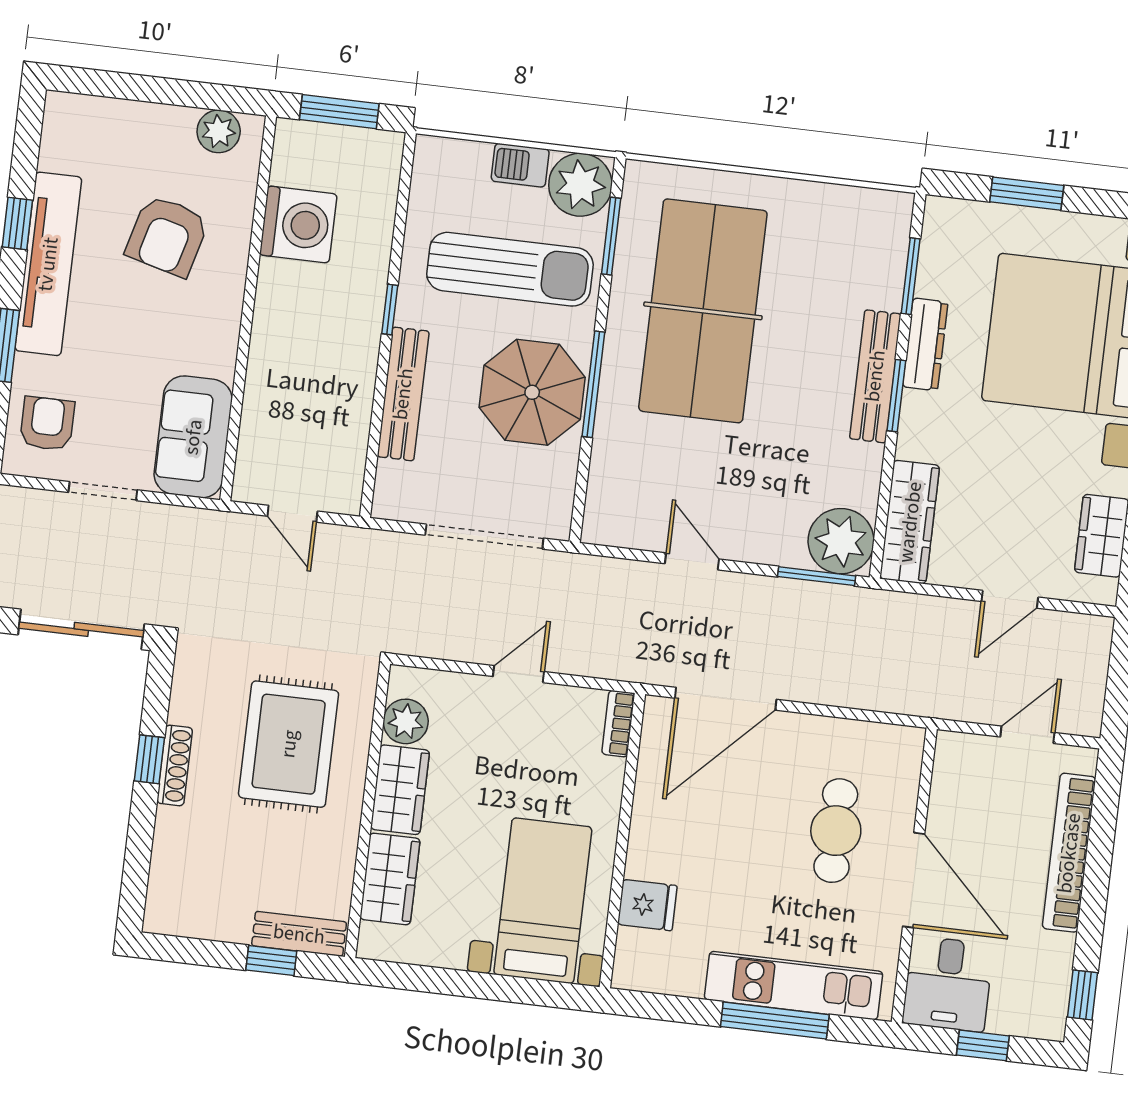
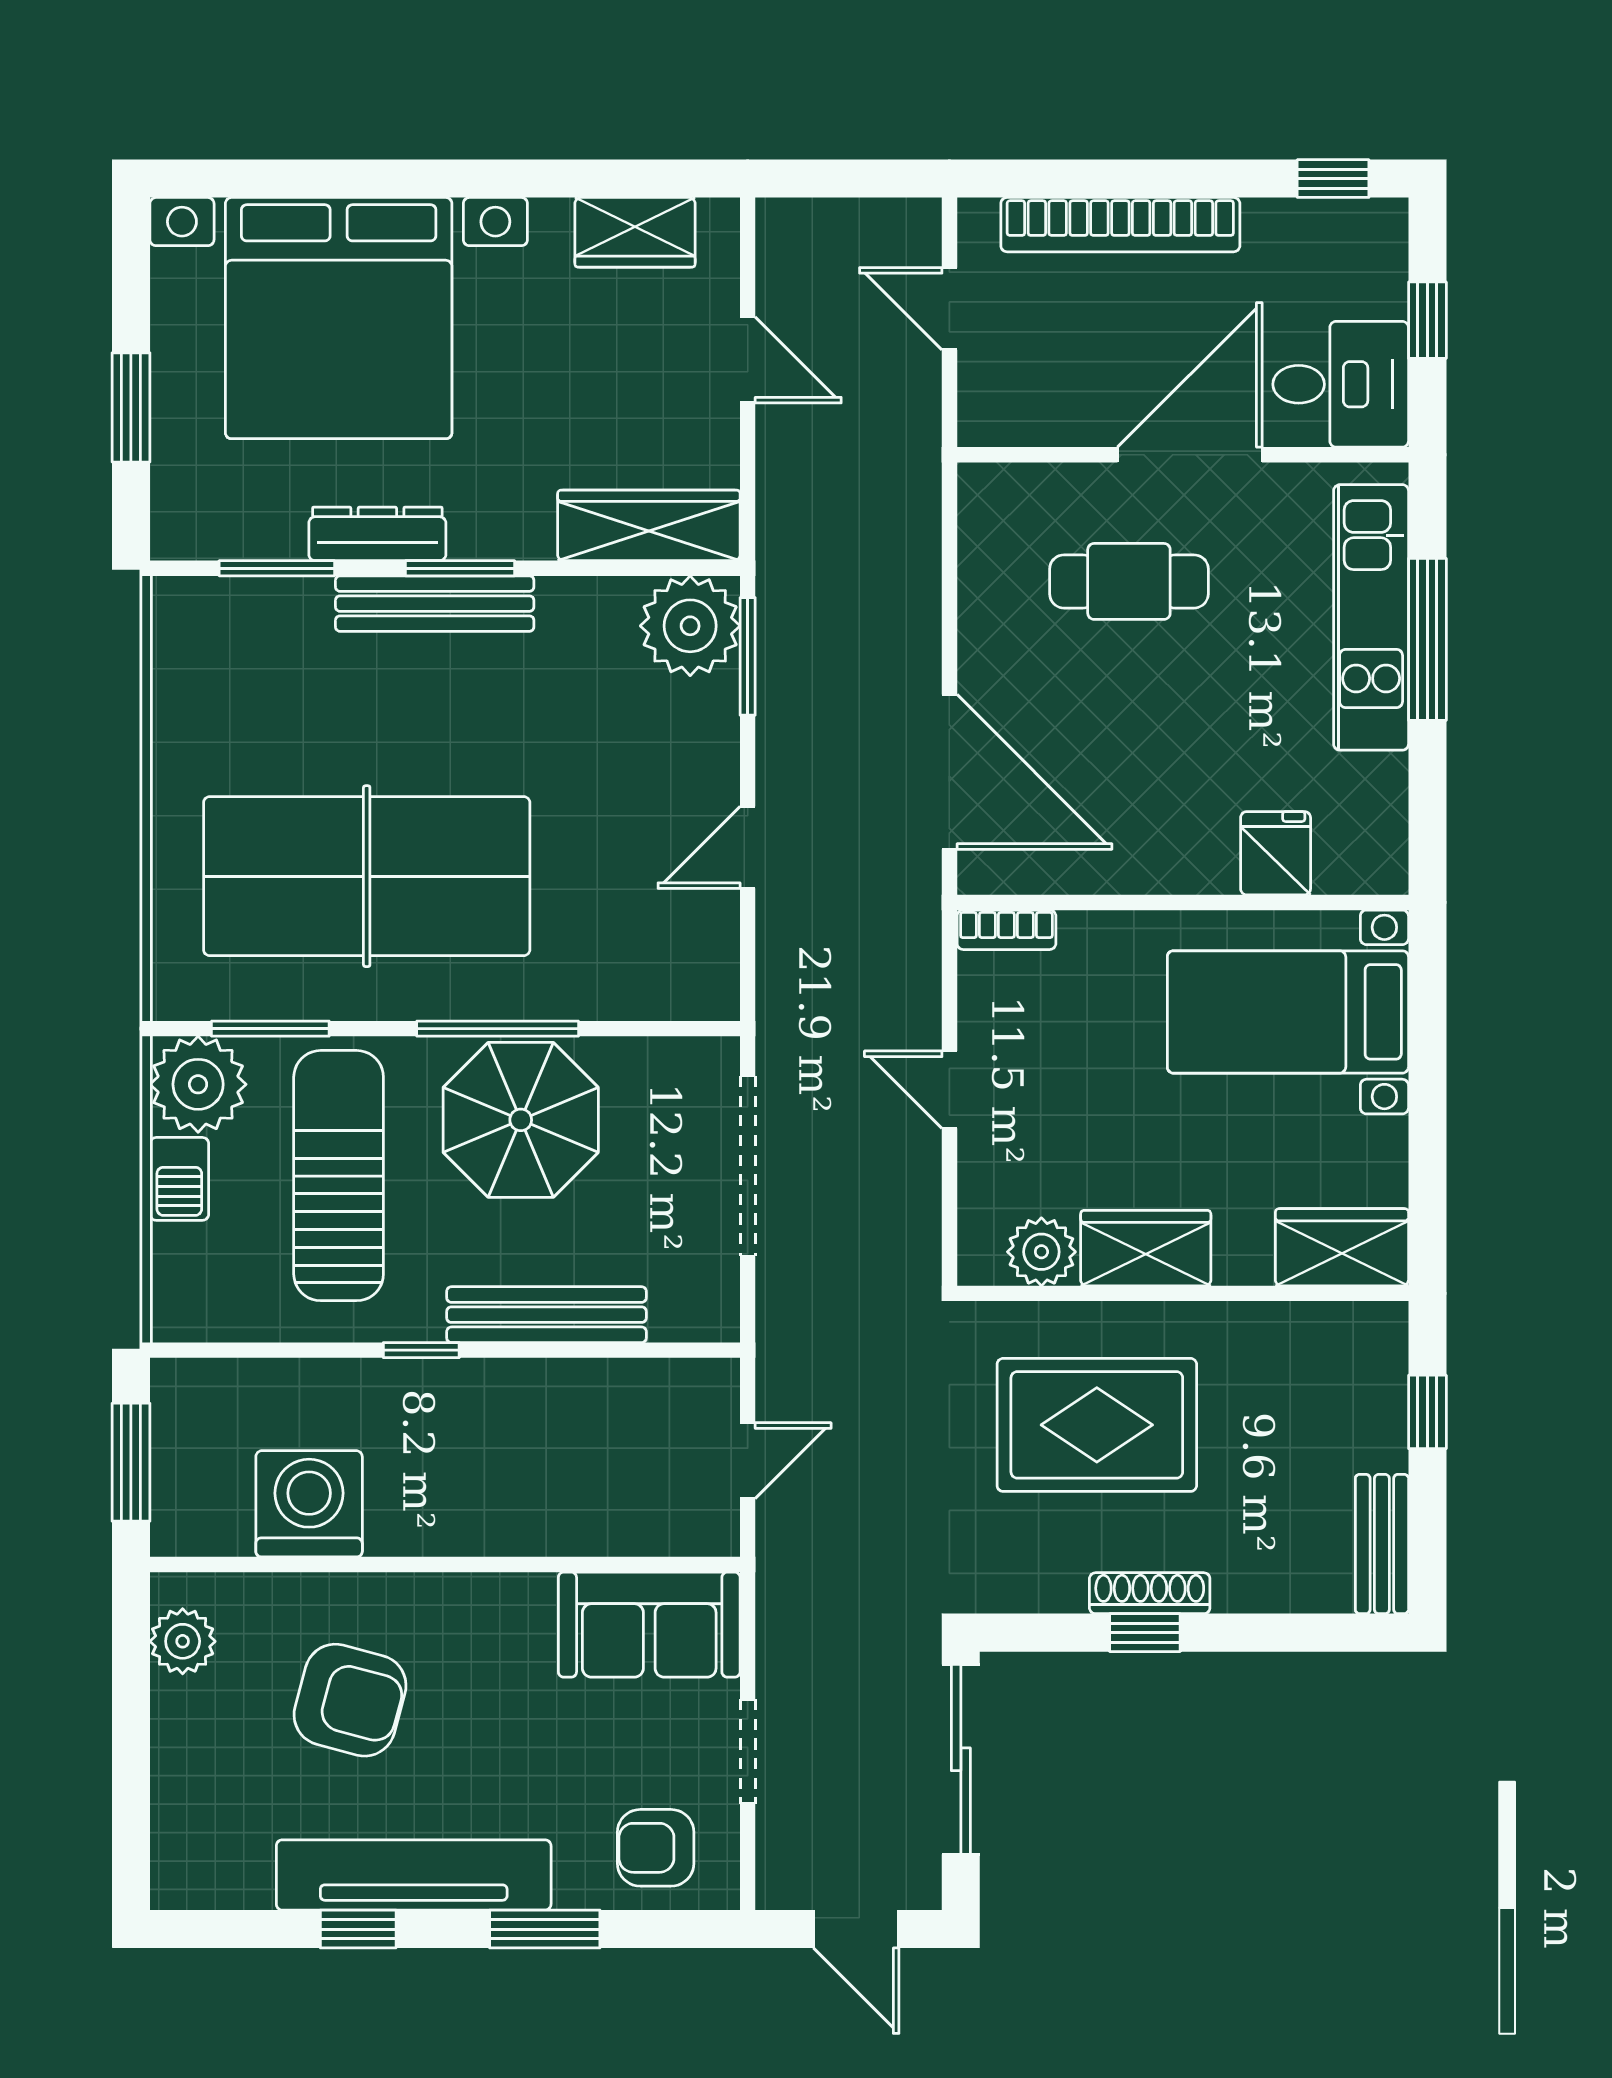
wardrobe: (390, 879) -> (1342, 1247), moved
bench: (299, 934) -> (1382, 1544), moved

